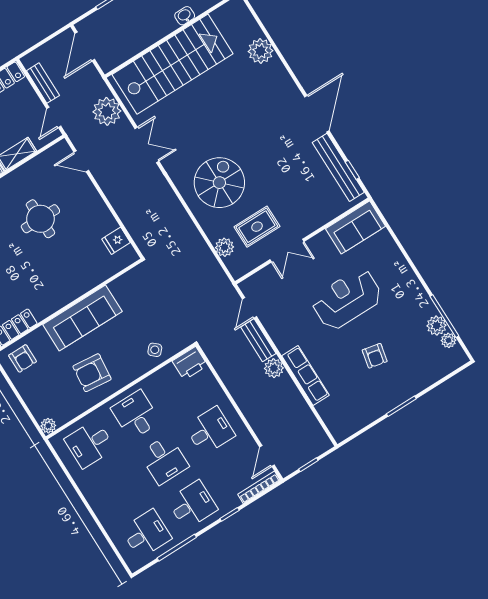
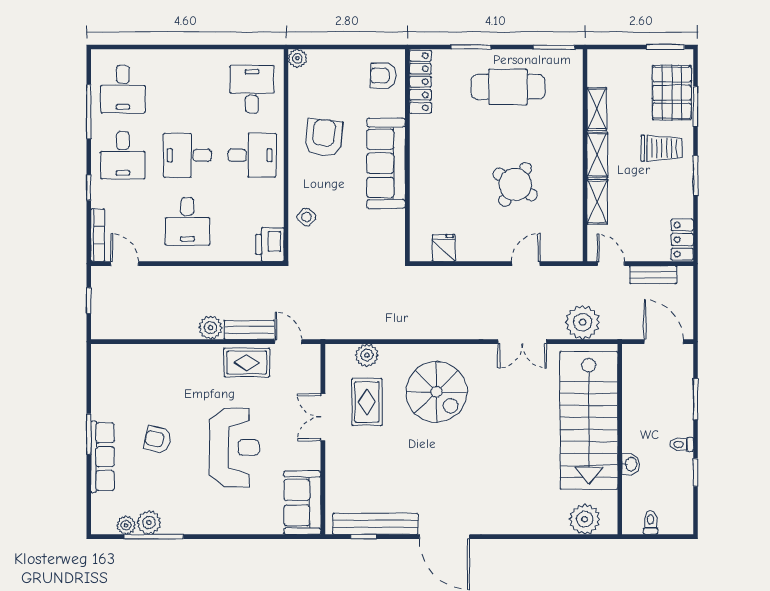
plant: (260, 51) -> (585, 519), moved
door: (81, 161) -> (526, 264), moved
round table: (40, 219) -> (515, 184), turned 33
rug: (282, 328) -> (247, 362), added
row of seats: (306, 376) -> (103, 457), moved, turned -90

